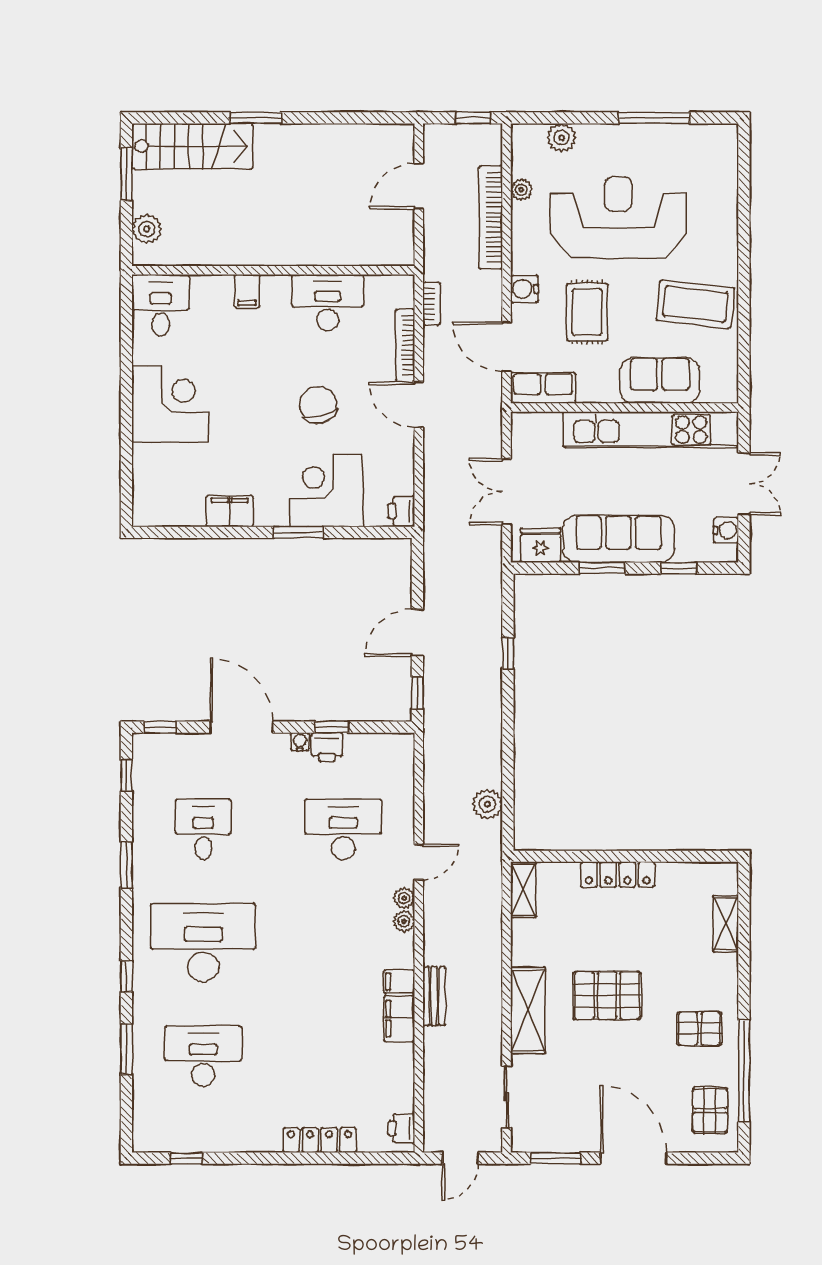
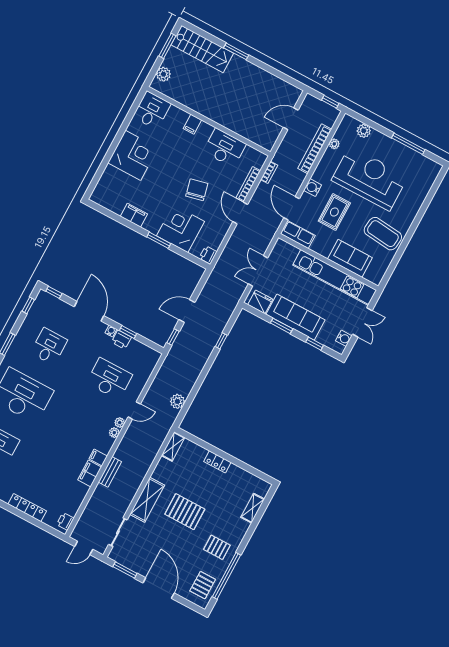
locker: (618, 874) -> (217, 462), width x0.66

